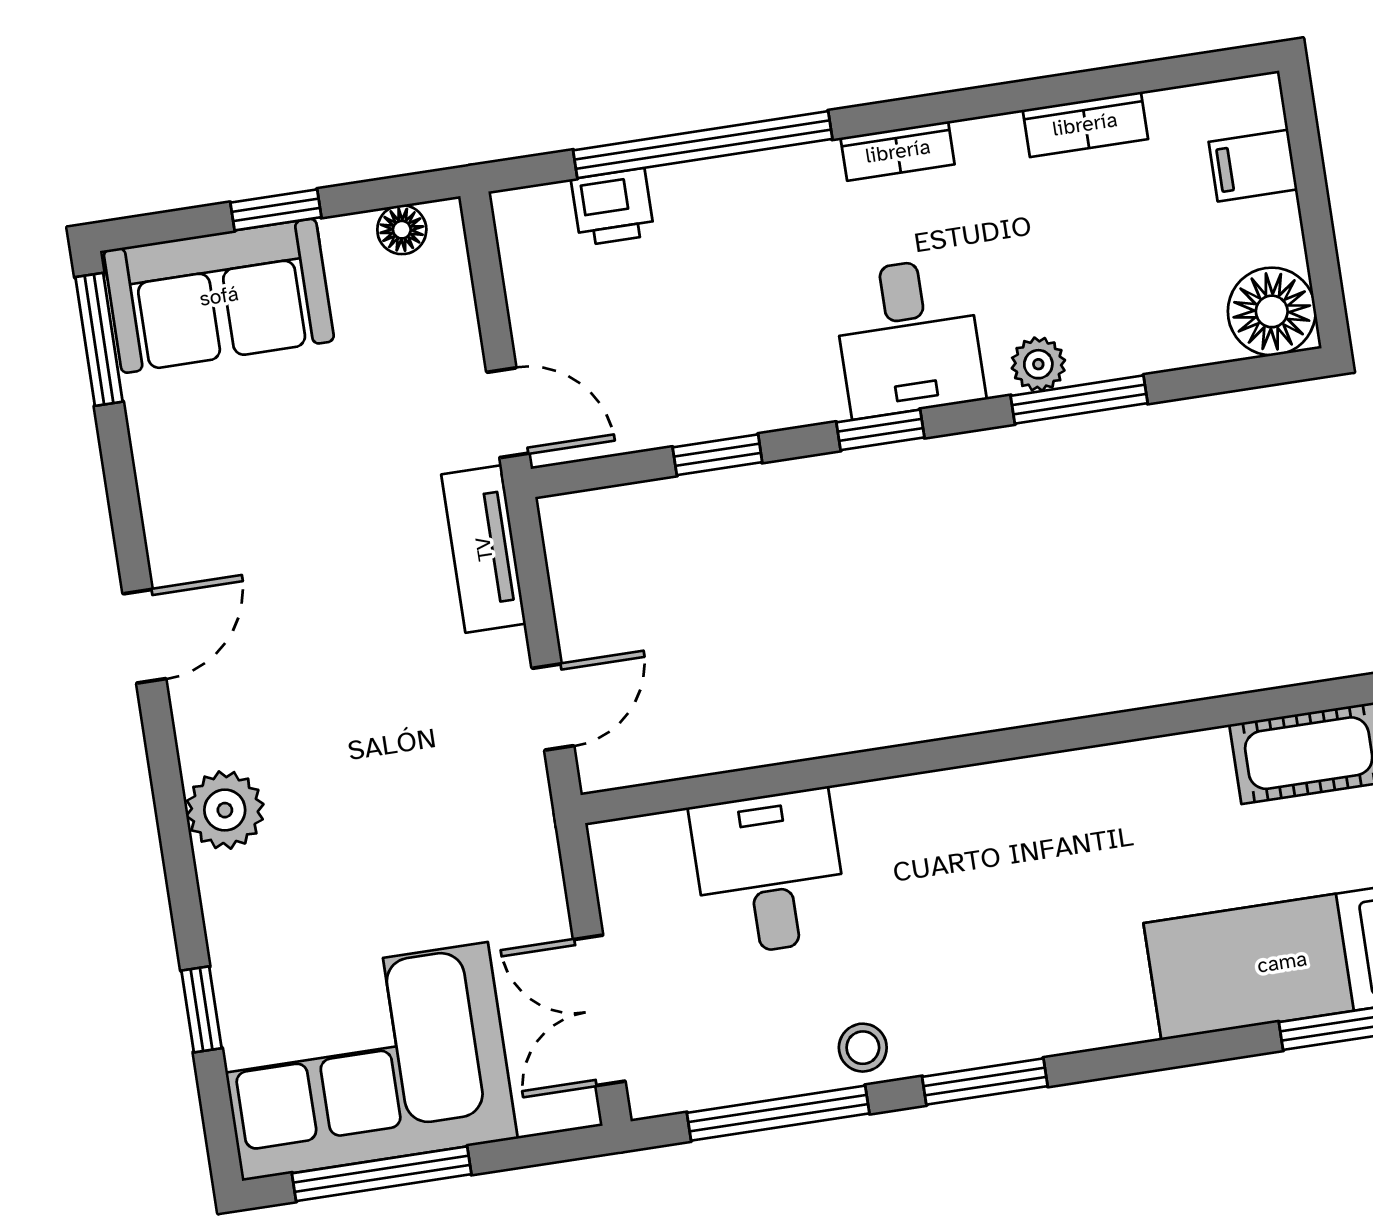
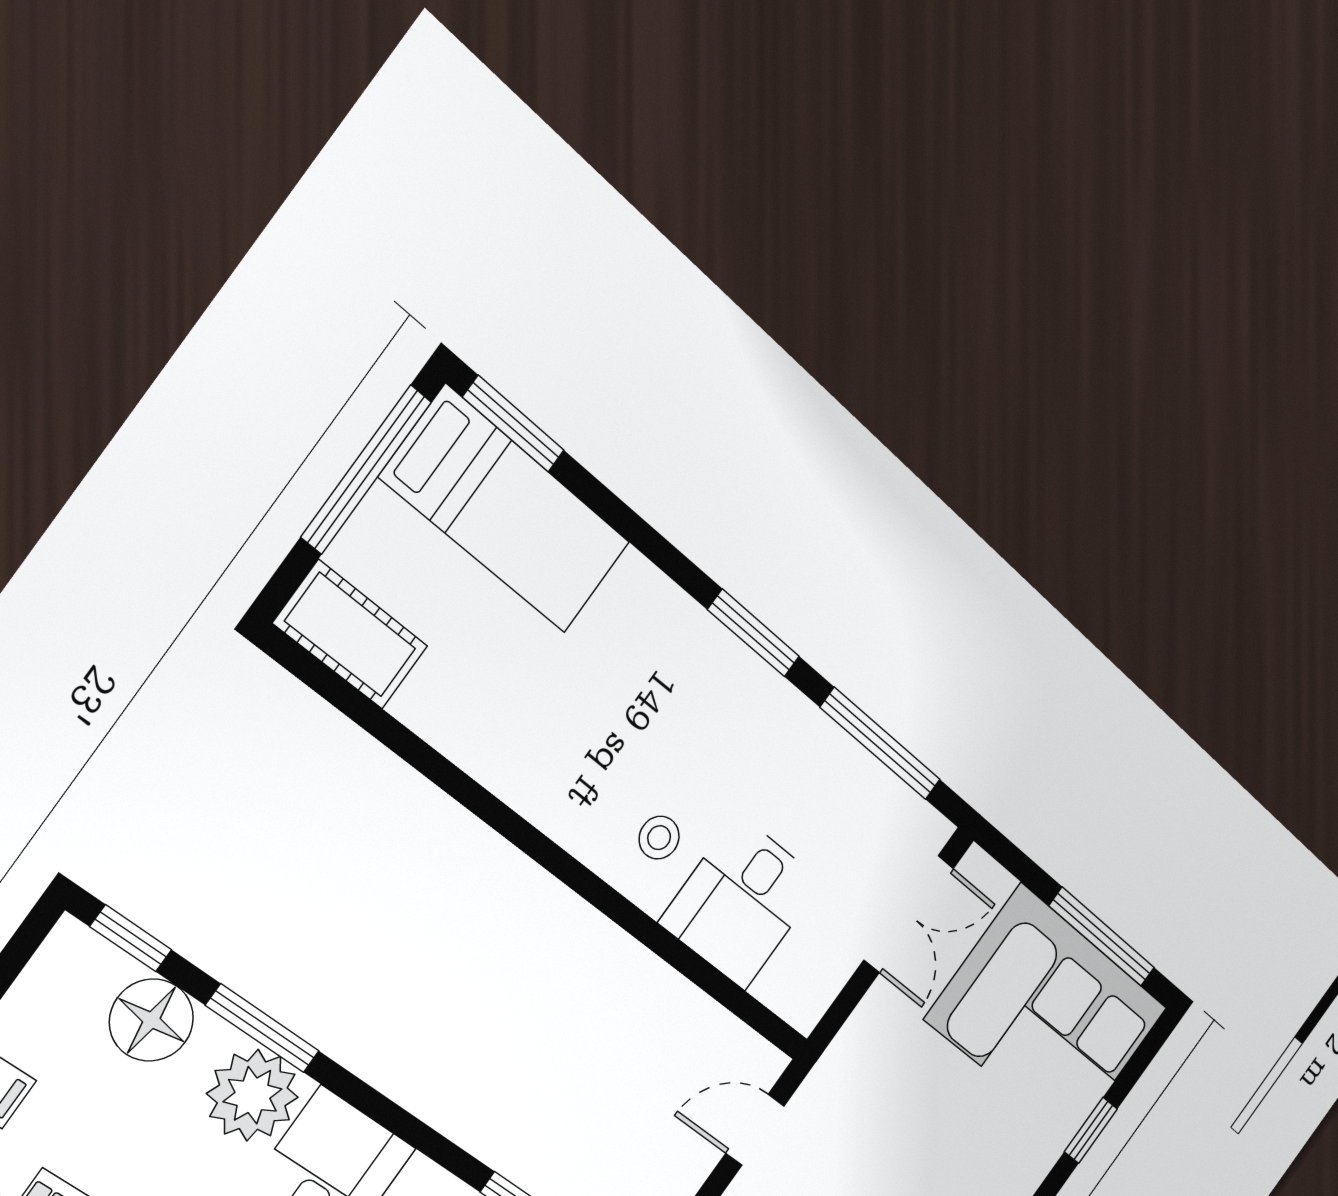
floor lamp: (1272, 311) -> (151, 1020), moved
plant: (1038, 364) -> (252, 1095), width x1.87, depth x1.87
window: (880, 430) -> (131, 938), moved
stool: (863, 1048) -> (659, 838), moved

